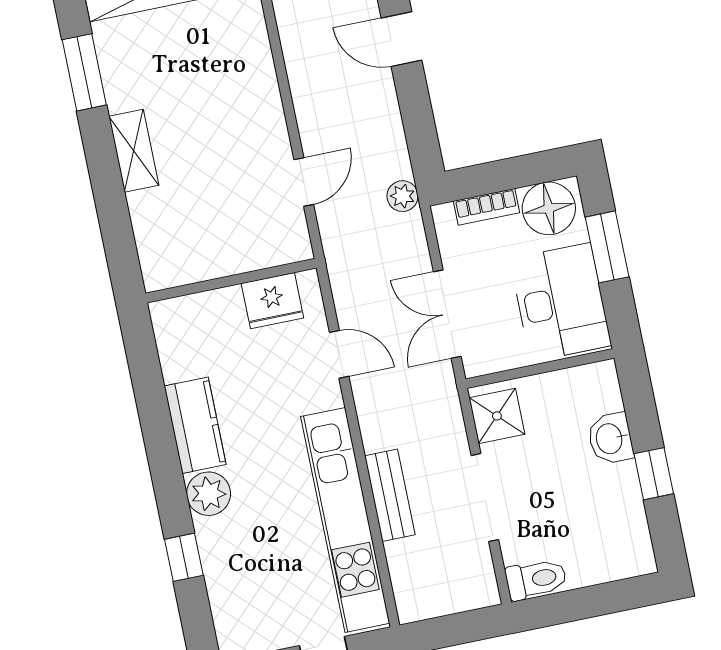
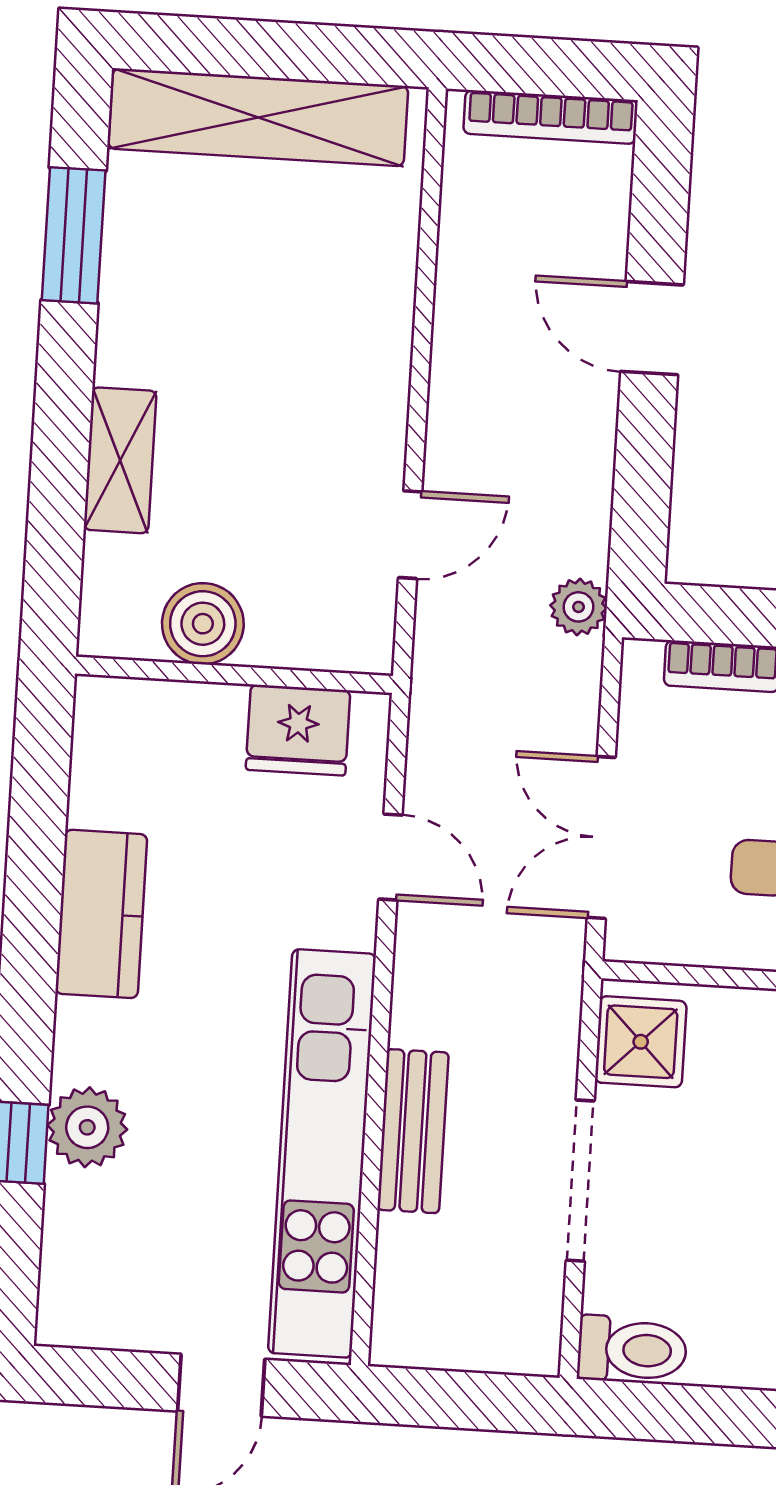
shelving: (134, 151) -> (120, 460), moved
boiler: (207, 258) -> (203, 624), added
plant: (209, 494) -> (87, 1127), moved

